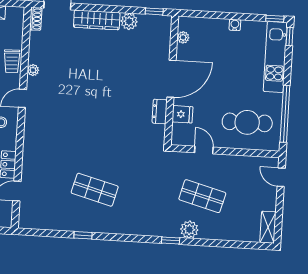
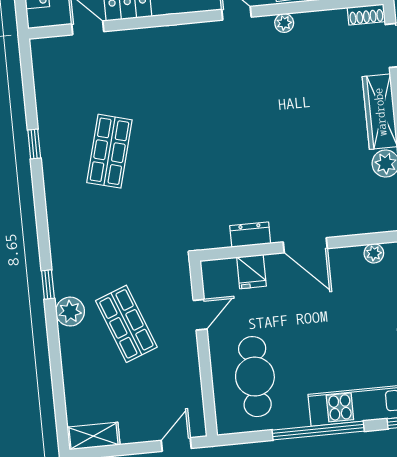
door: (171, 79) -> (305, 245), width x0.73
window: (285, 114) -> (318, 431), moved
shop shelf: (202, 196) -> (126, 324), turned -36

